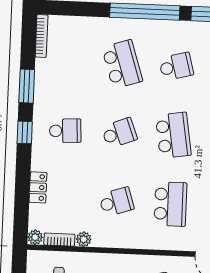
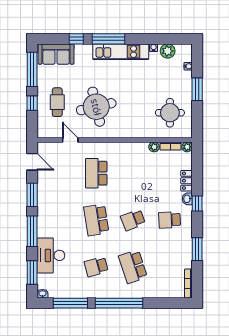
window: (25, 132) -> (197, 204), moved
washbasin: (38, 161) -> (187, 199), added
school desk: (116, 202) -> (133, 173), removed

